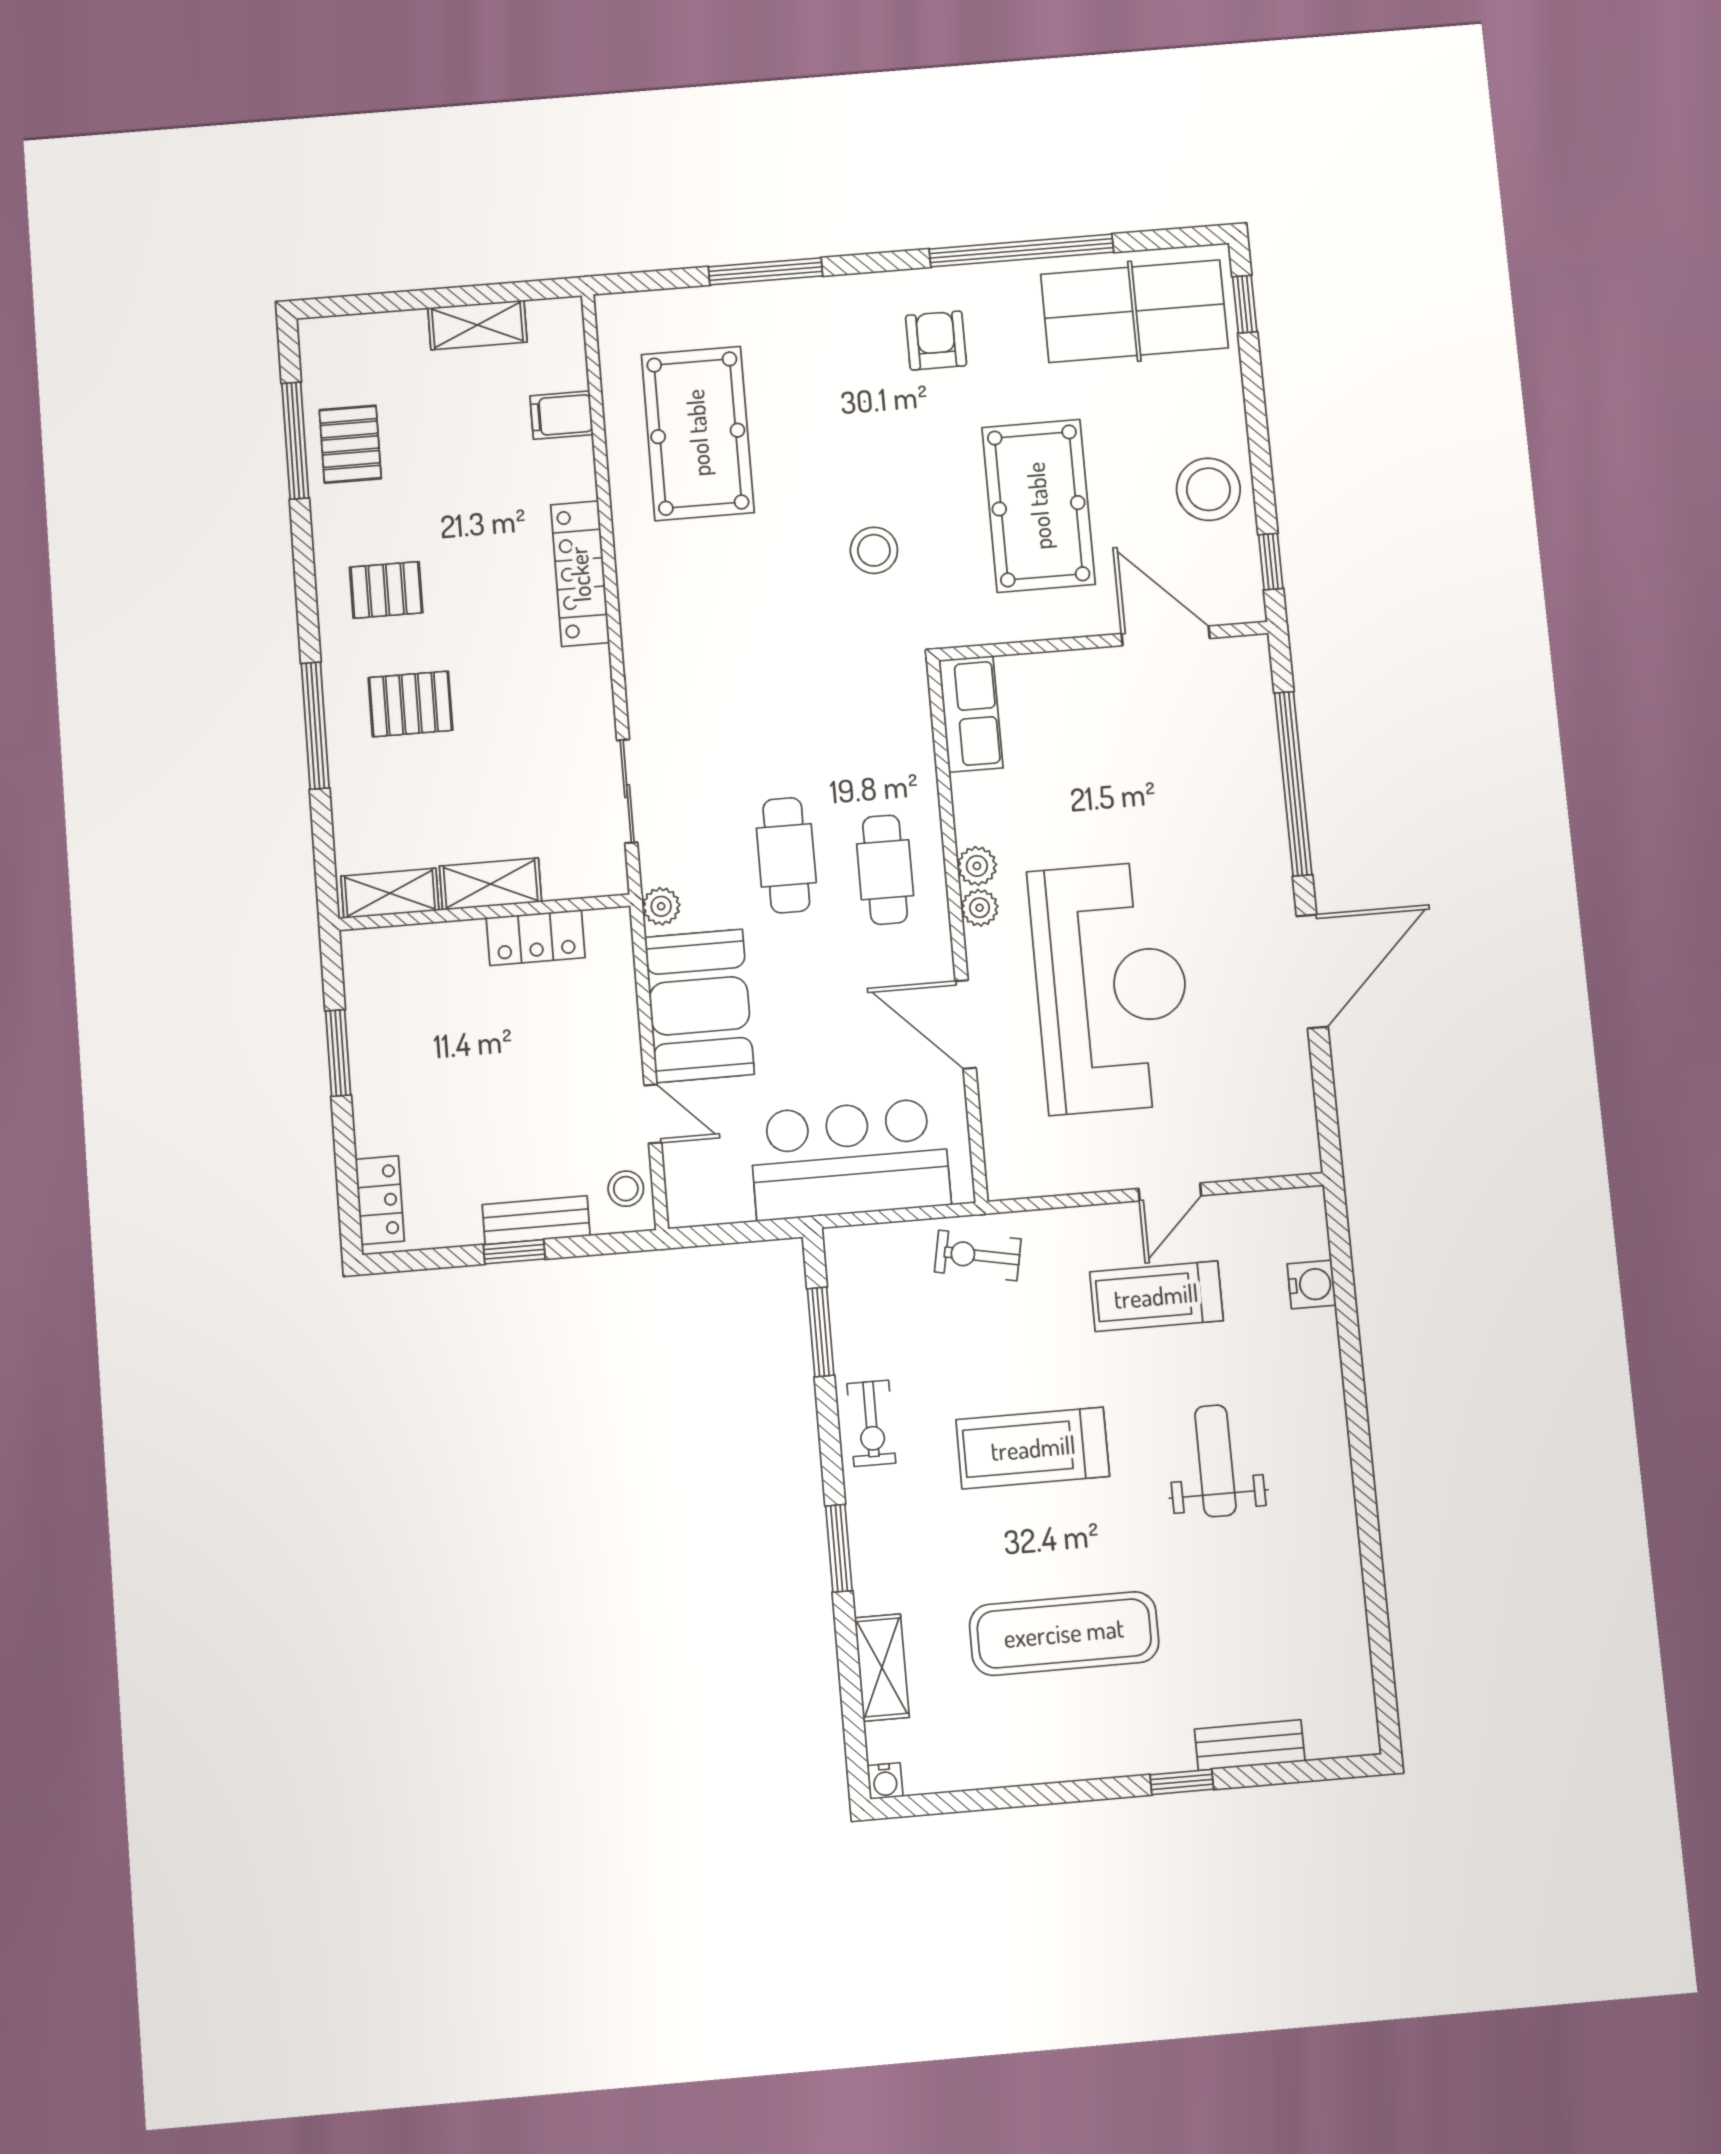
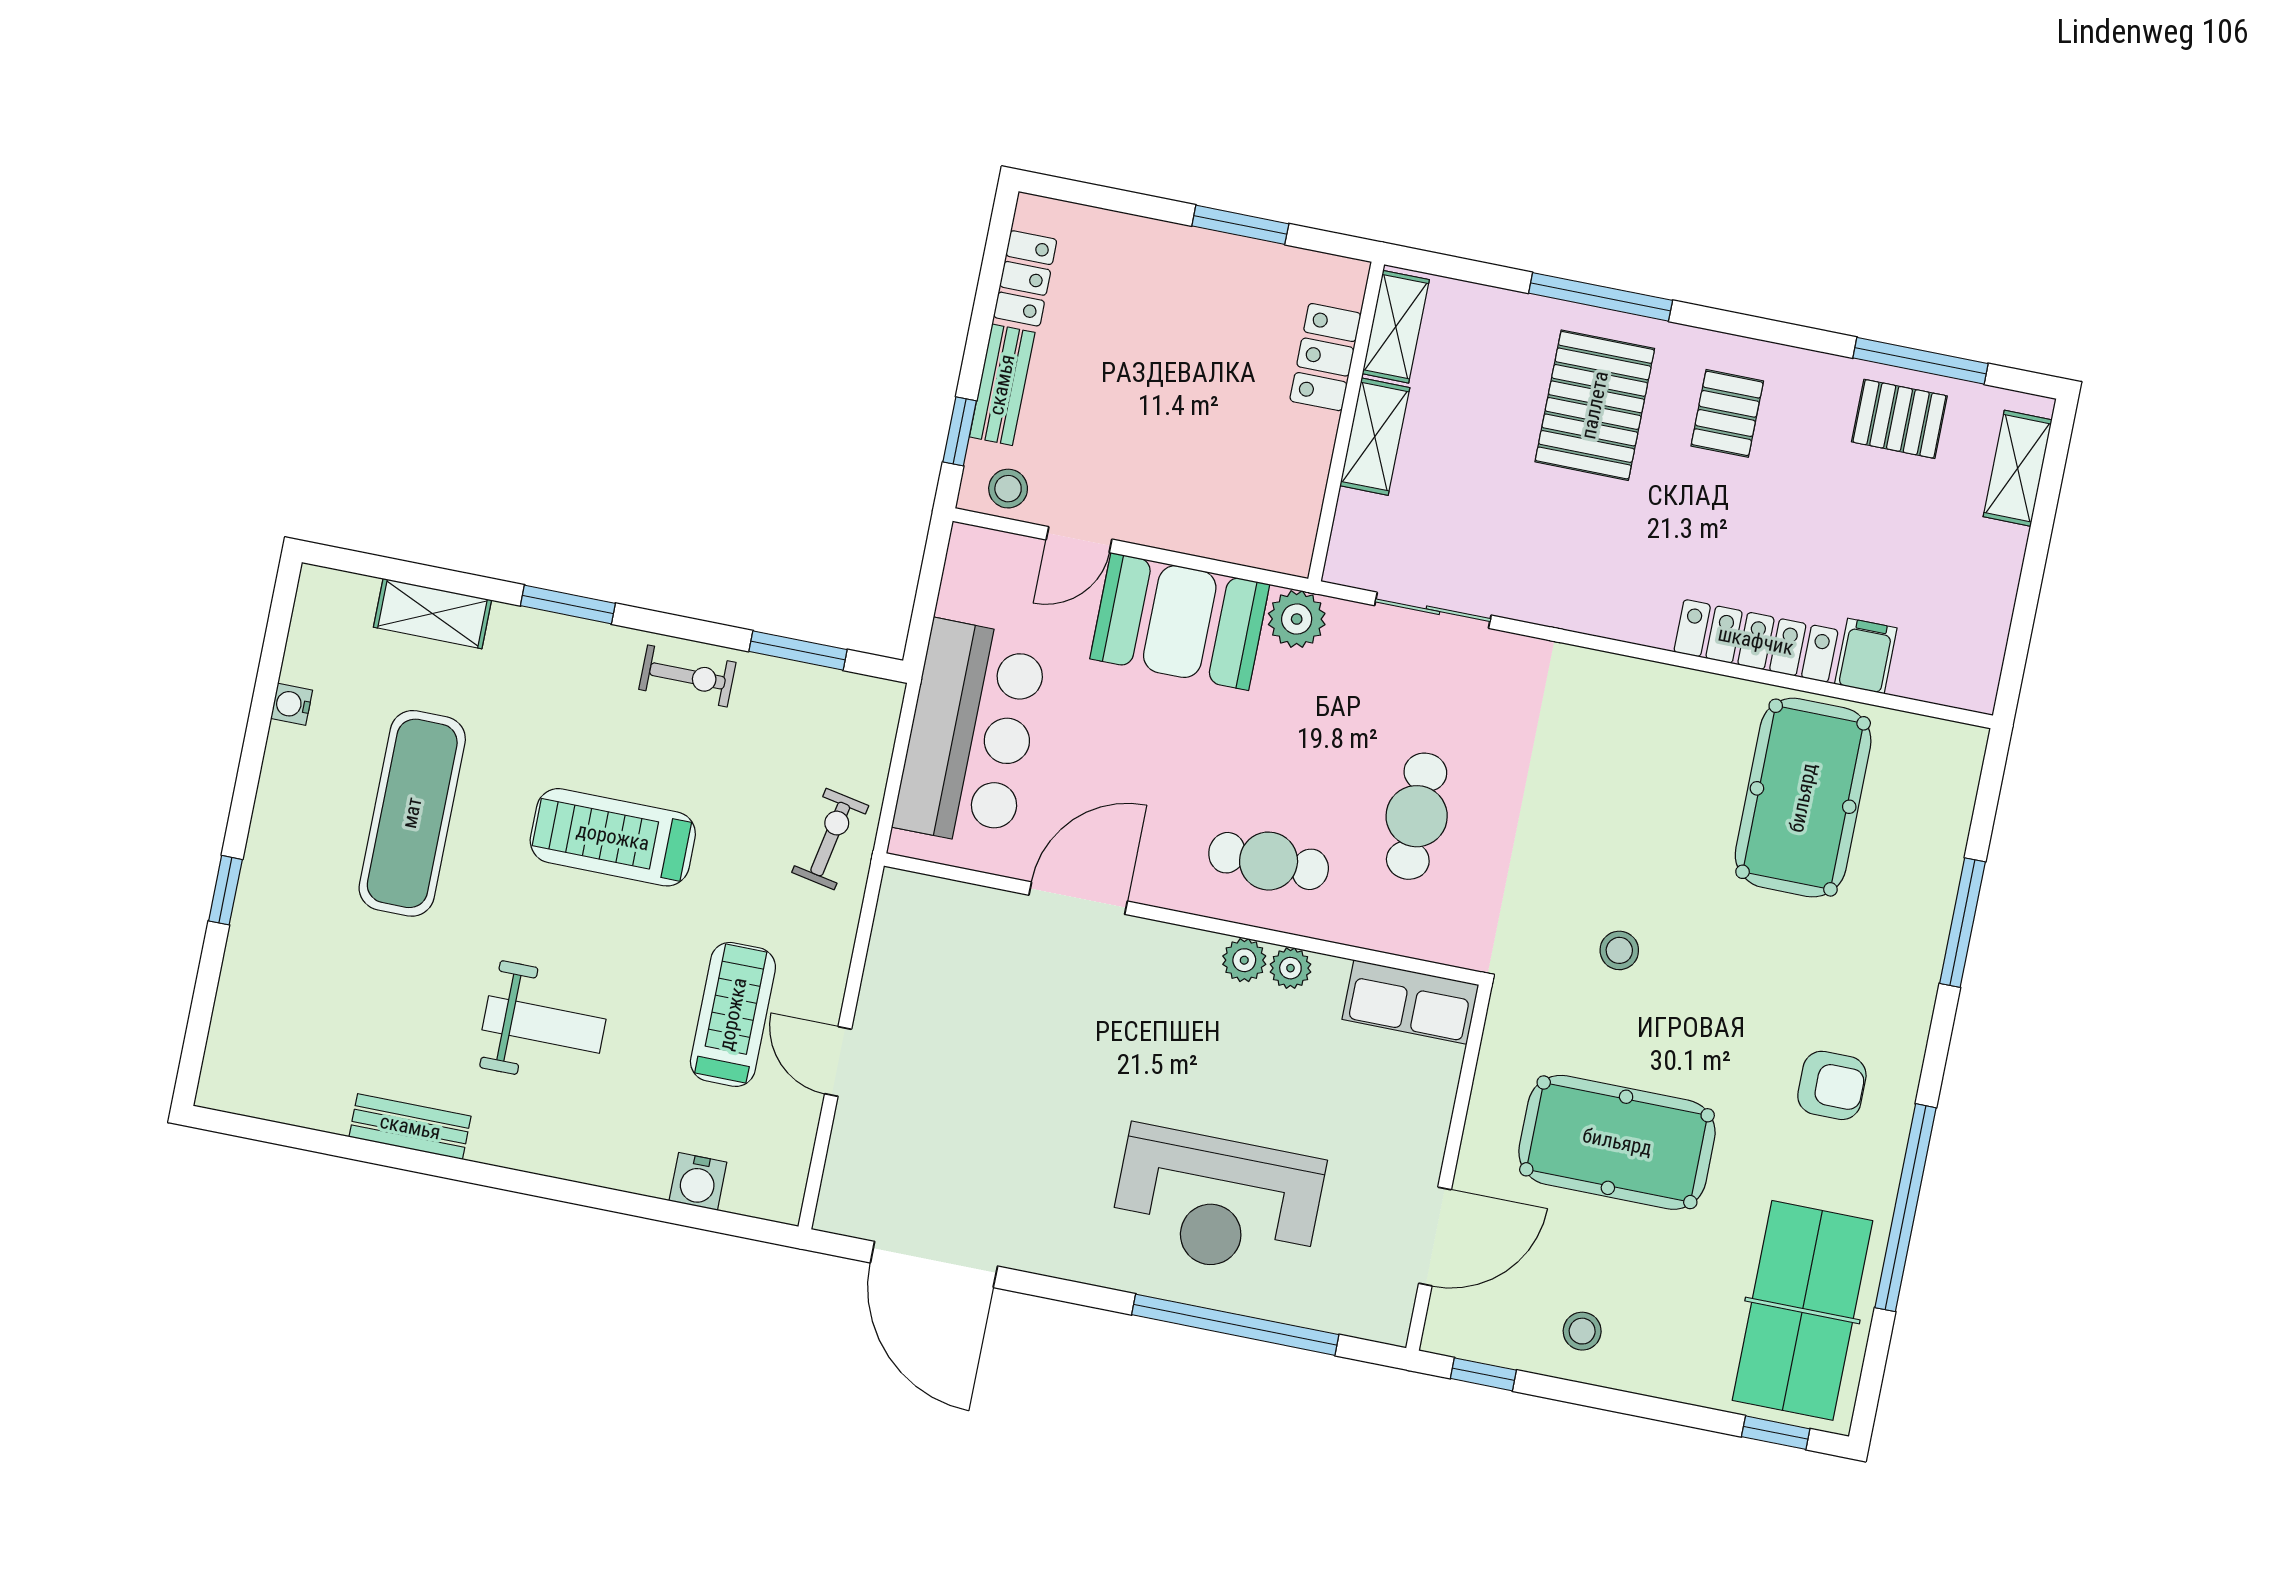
shelving: (477, 325) -> (2018, 468), moved
pool table: (698, 433) -> (1803, 798), turned 90
stool: (1208, 489) -> (1582, 1331), width x0.53, depth x0.53
stool: (874, 550) -> (1619, 950), width x0.73, depth x0.73
locker: (580, 574) -> (1756, 641), moved
pallet: (410, 704) -> (1595, 405), width x1.50, depth x1.42
cafe table: (786, 855) -> (1417, 816), moved, turned 90
plant: (661, 906) -> (1297, 619), width x1.38, depth x1.38
plant: (980, 908) -> (1290, 968), moved
locker: (536, 938) -> (1325, 357), moved
door: (1312, 971) -> (934, 1265), moved
reception desk: (1111, 987) -> (1217, 1202), moved, width x0.74, depth x0.77
locker: (380, 1200) -> (1025, 278), moved, turned -90
window: (514, 1252) -> (960, 431), moved
exercise bike: (871, 1423) -> (687, 676), turned 180
treadmill: (1033, 1448) -> (613, 837), turned -90
bench: (1250, 1745) -> (410, 1127), moved, turned 90
water cooler: (885, 1781) -> (292, 704), moved

